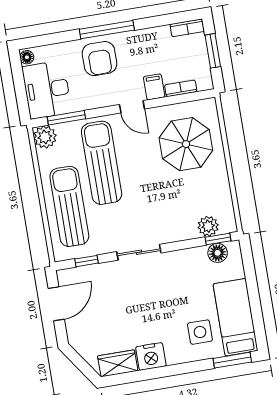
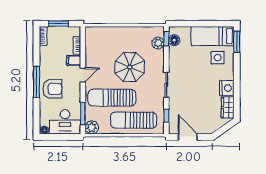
parasol: (186, 144) -> (130, 67), moved

